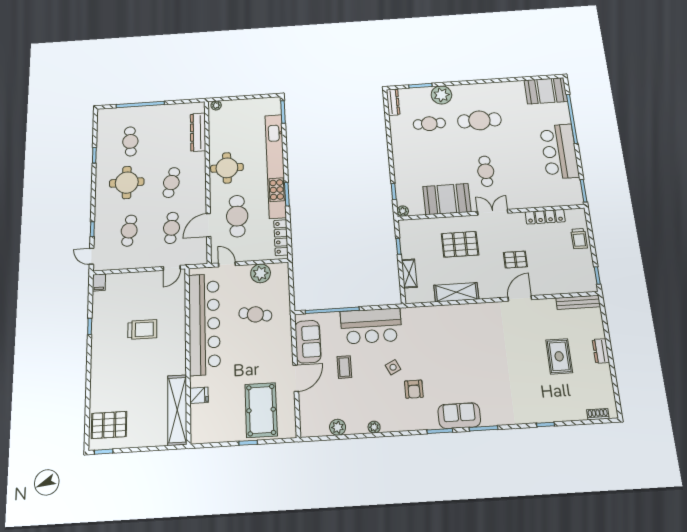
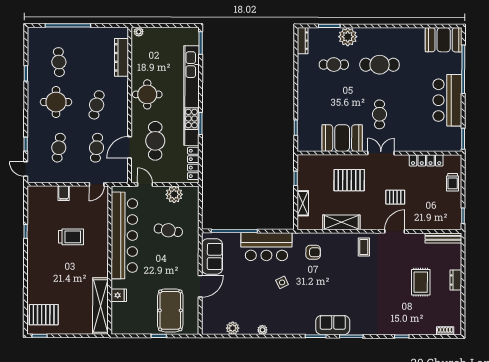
plant: (403, 211) -> (302, 147), removed
filing cabinet: (99, 283) -> (64, 193), moved
coffee table: (344, 367) -> (364, 247), moved
armchair: (414, 389) -> (313, 252), moved, turned -90

